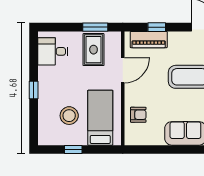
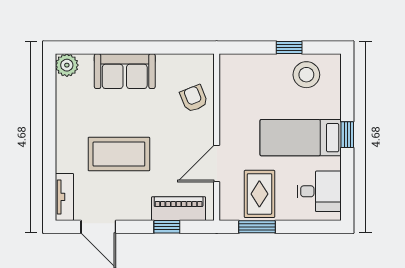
armchair: (138, 115) -> (194, 98), turned 68
stool: (69, 116) -> (306, 75), moved
bed: (100, 118) -> (301, 138), moved, turned 90

